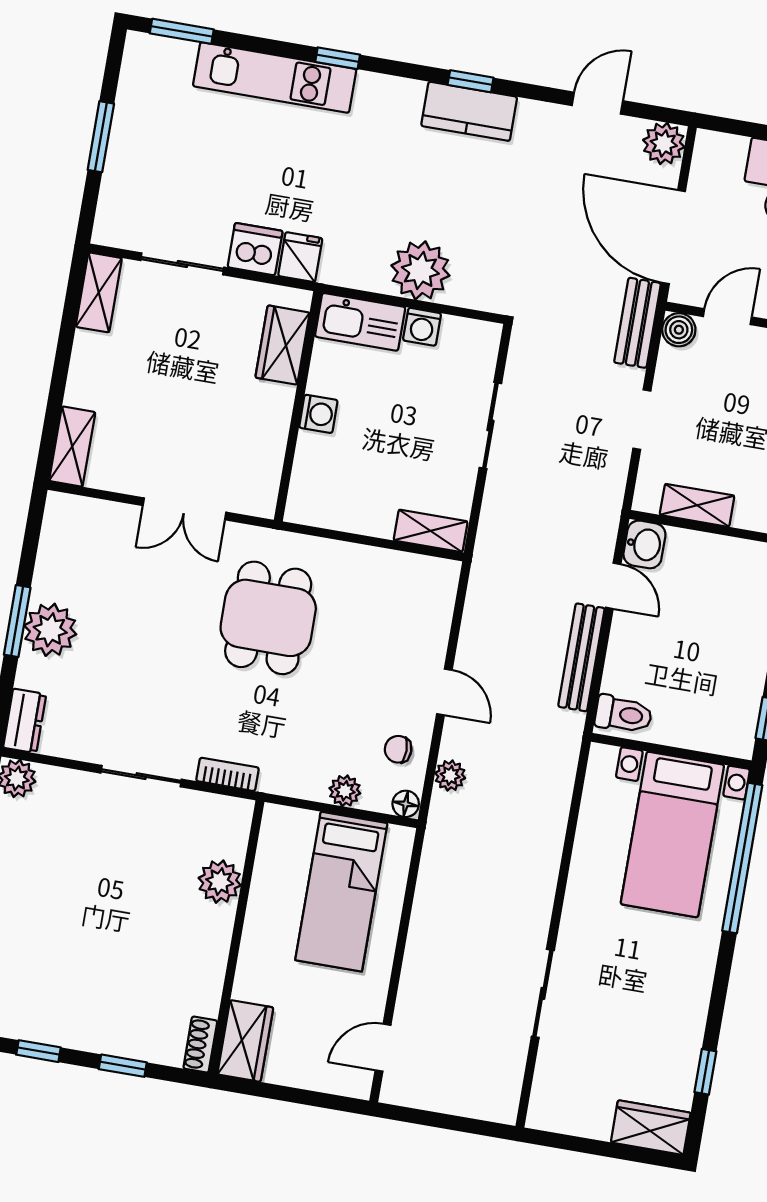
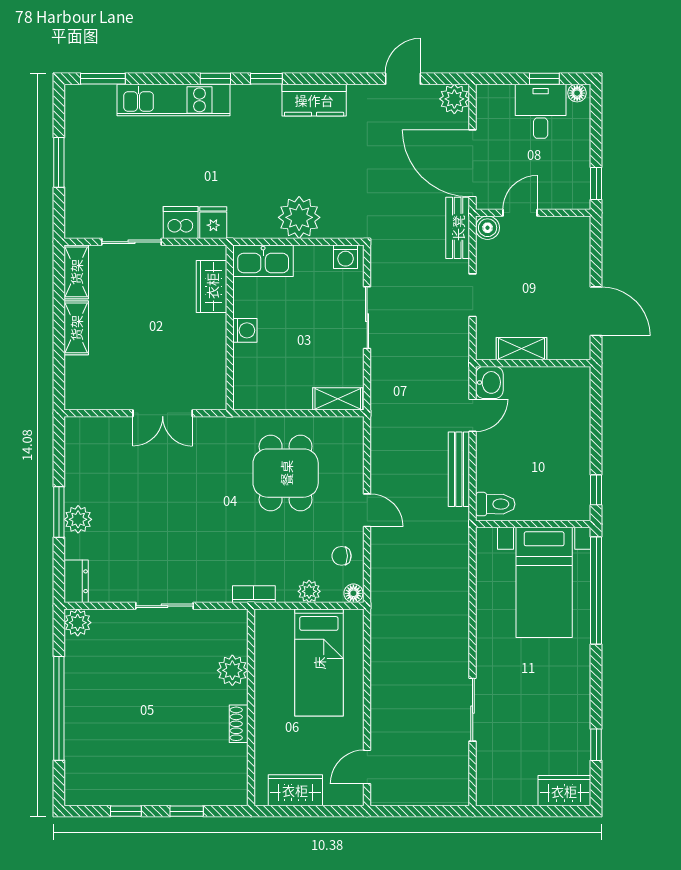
window: (471, 81) -> (266, 79), moved
washing machine: (422, 327) -> (346, 257), moved
shelving: (72, 447) -> (76, 328), moved
door: (613, 586) -> (473, 415), hinge flipped
dining table: (268, 618) -> (286, 473), moved
plant: (50, 630) -> (78, 519), width x0.73, depth x0.73
bookcase: (228, 774) -> (254, 594), moved
plant: (450, 776) -> (381, 568), removed
wardrobe: (245, 1041) -> (295, 790), moved, turned -90
shoe rack: (200, 1045) -> (239, 724), moved

